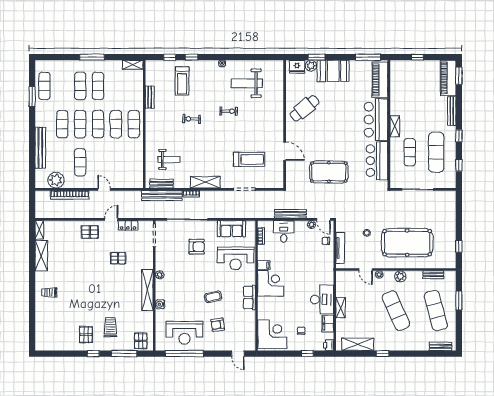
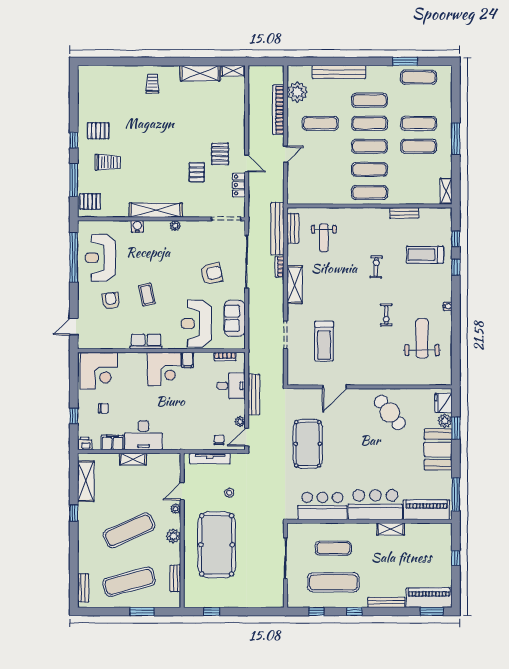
shelving: (395, 126) -> (391, 529), moved
pallet: (90, 232) -> (220, 154), moved
armchair: (197, 247) -> (211, 273), turned -103

